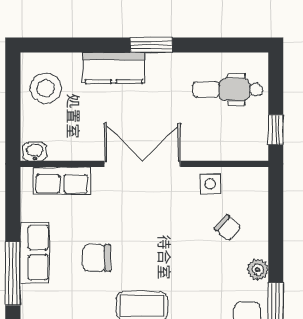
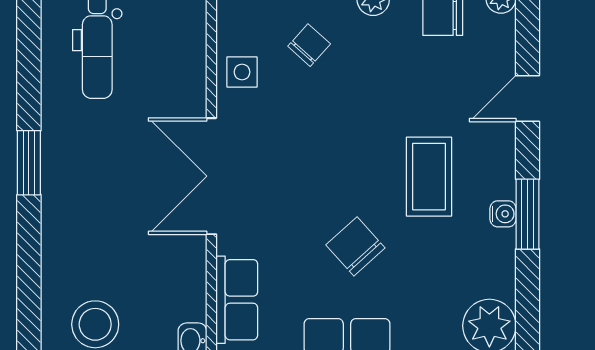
kitchen counter: (114, 68) -> (64, 220), removed
chair: (96, 258) -> (355, 246), turned 138

